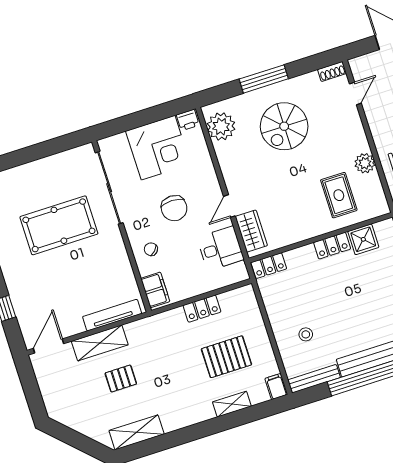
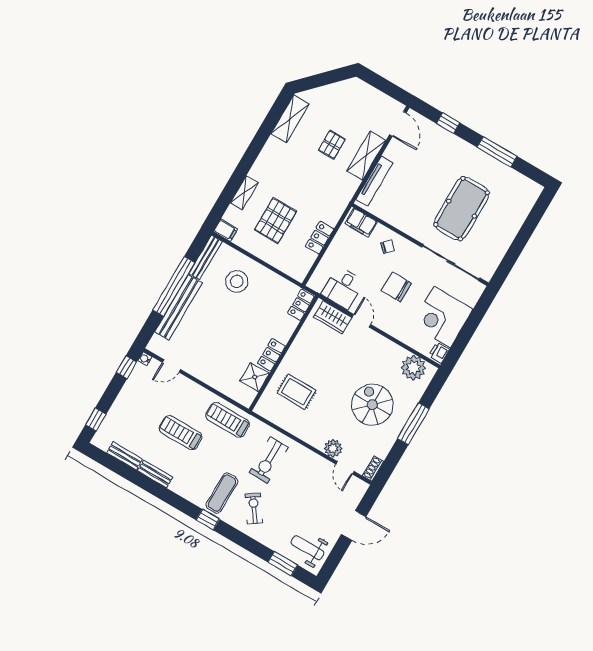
plant: (365, 163) -> (333, 448), moved
stool: (306, 334) -> (237, 281), width x1.89, depth x1.89

